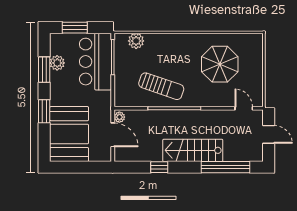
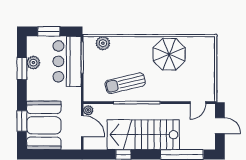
parasol: (220, 64) -> (169, 54), moved
sun lounger: (161, 86) -> (125, 83), turned 148
door: (244, 108) -> (198, 103), swing flipped
window: (44, 111) -> (22, 121), moved
stairs: (193, 150) -> (143, 135), width x1.36, depth x1.51

